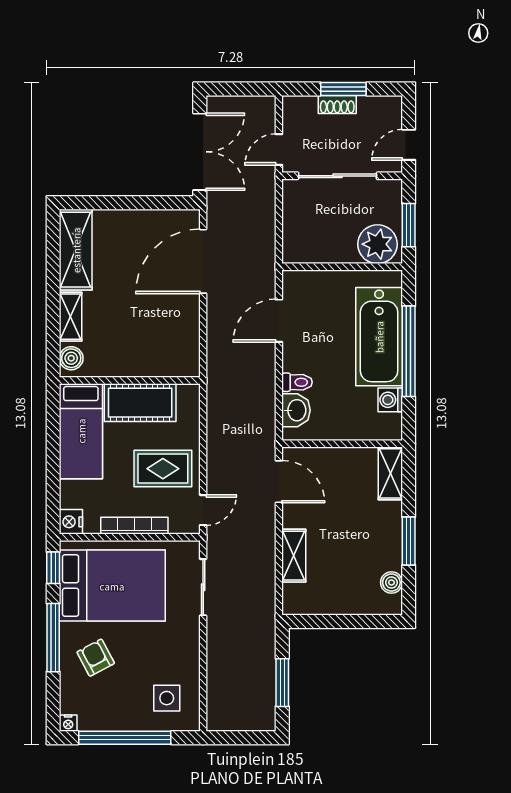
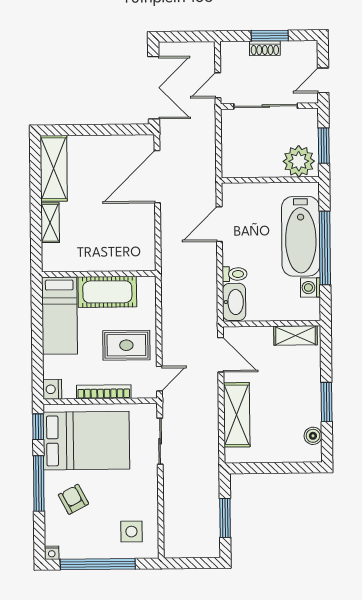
boiler: (71, 358) -> (51, 256), removed
washbasin: (296, 410) -> (234, 302), width x1.38
shelving: (390, 473) -> (296, 335), moved, turned 90
shelving: (294, 556) -> (237, 415), width x1.50, depth x1.33

